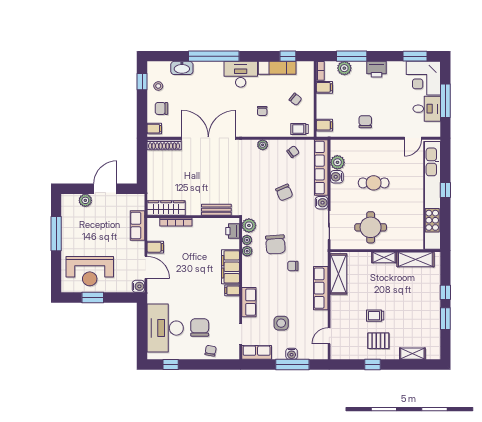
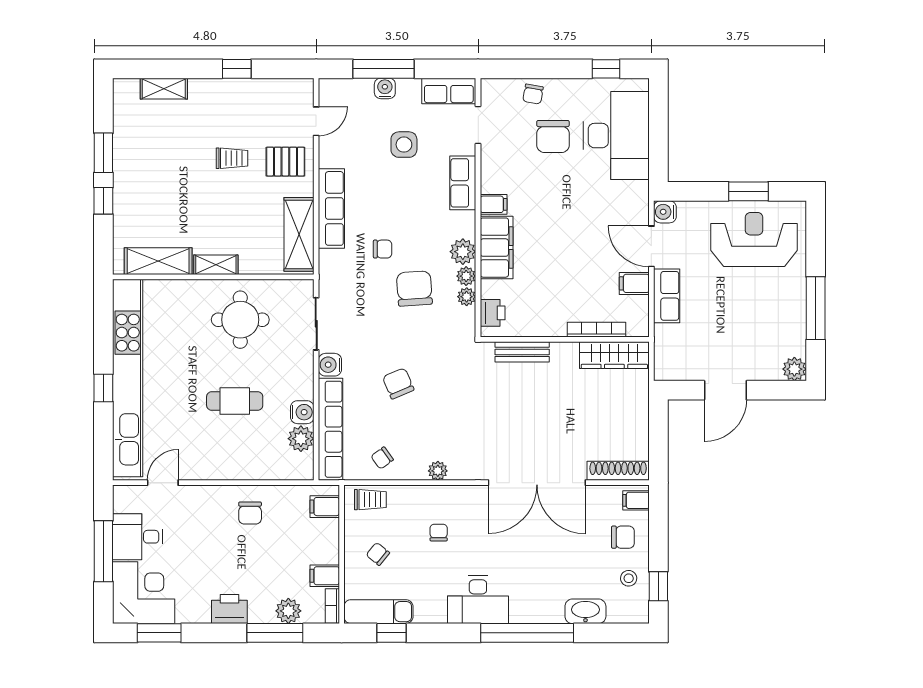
exam couch: (277, 68) -> (378, 612), moved
plant: (85, 200) -> (794, 369), moved
plant: (249, 225) -> (463, 252), moved
row of seats: (137, 226) -> (667, 296), moved
pallet: (378, 341) -> (285, 162), moved

